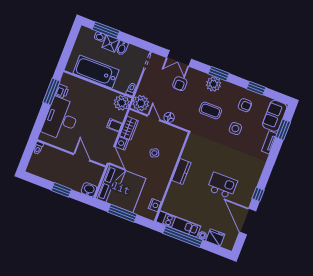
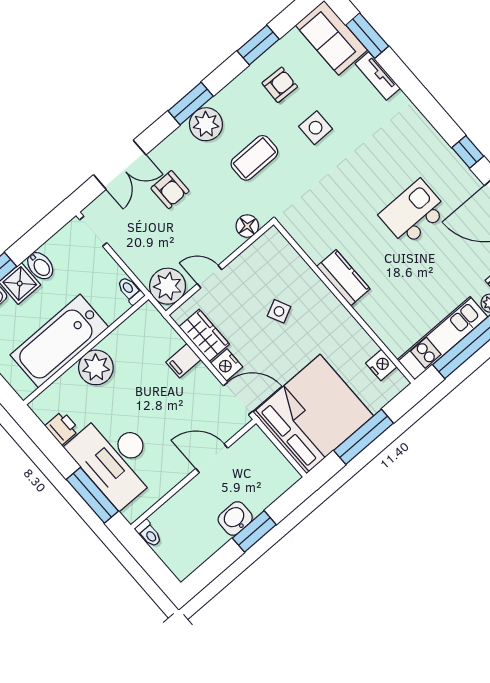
window: (51, 92) -> (92, 495), moved
plant: (122, 103) -> (96, 367), moved
floor lamp: (169, 117) -> (247, 226), moved
washbasin: (89, 190) -> (235, 519), moved

